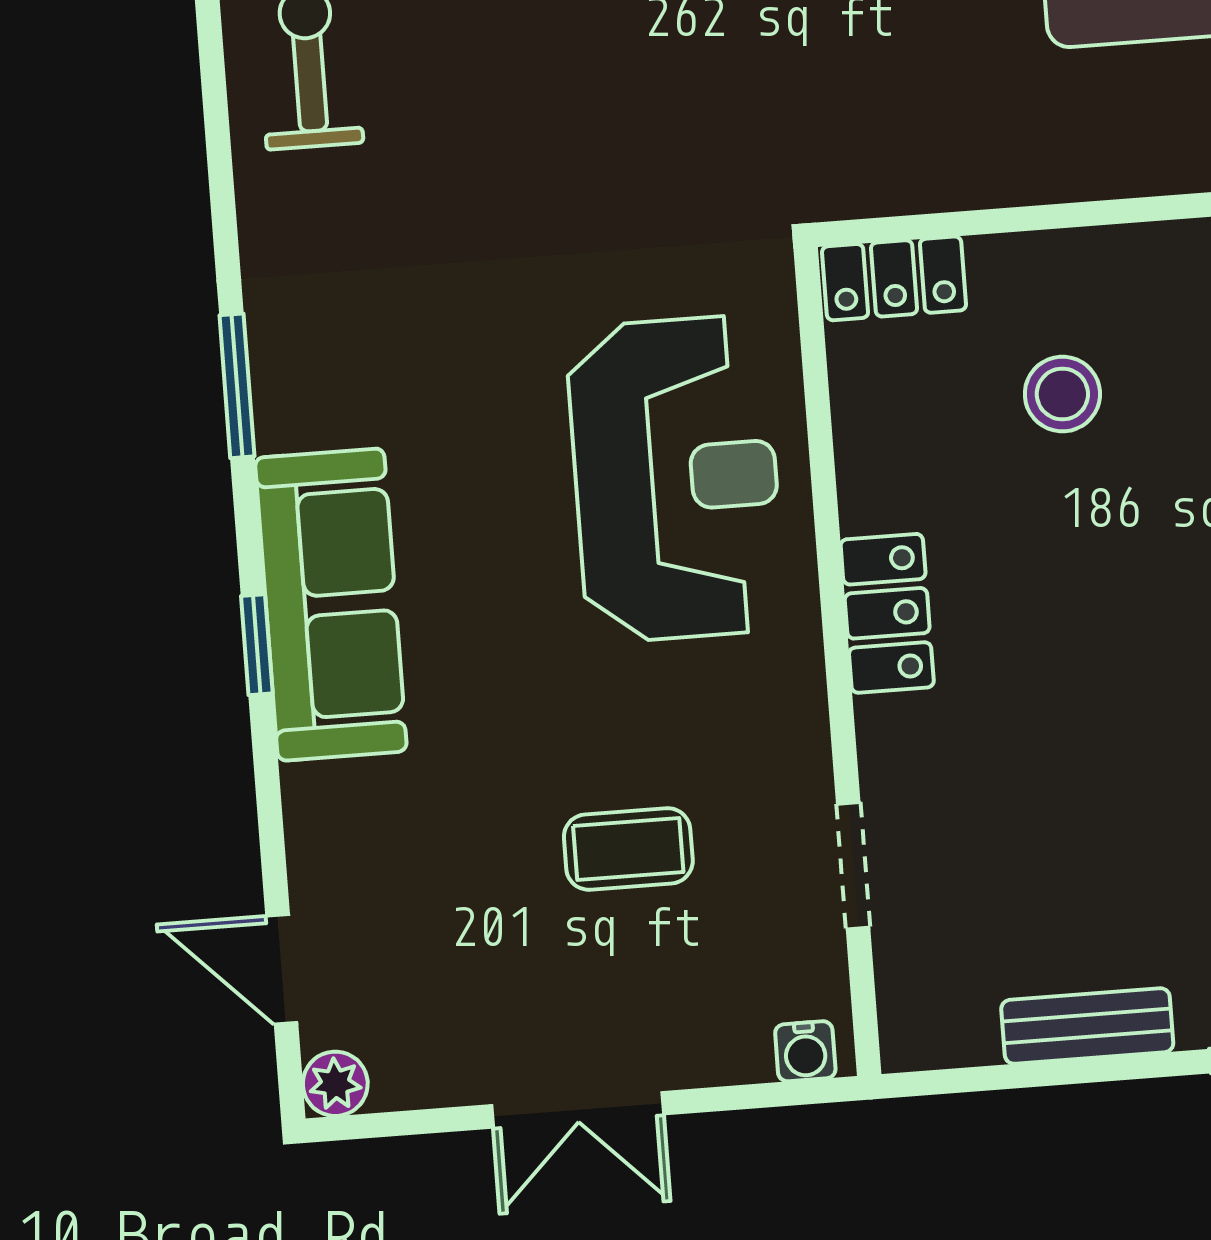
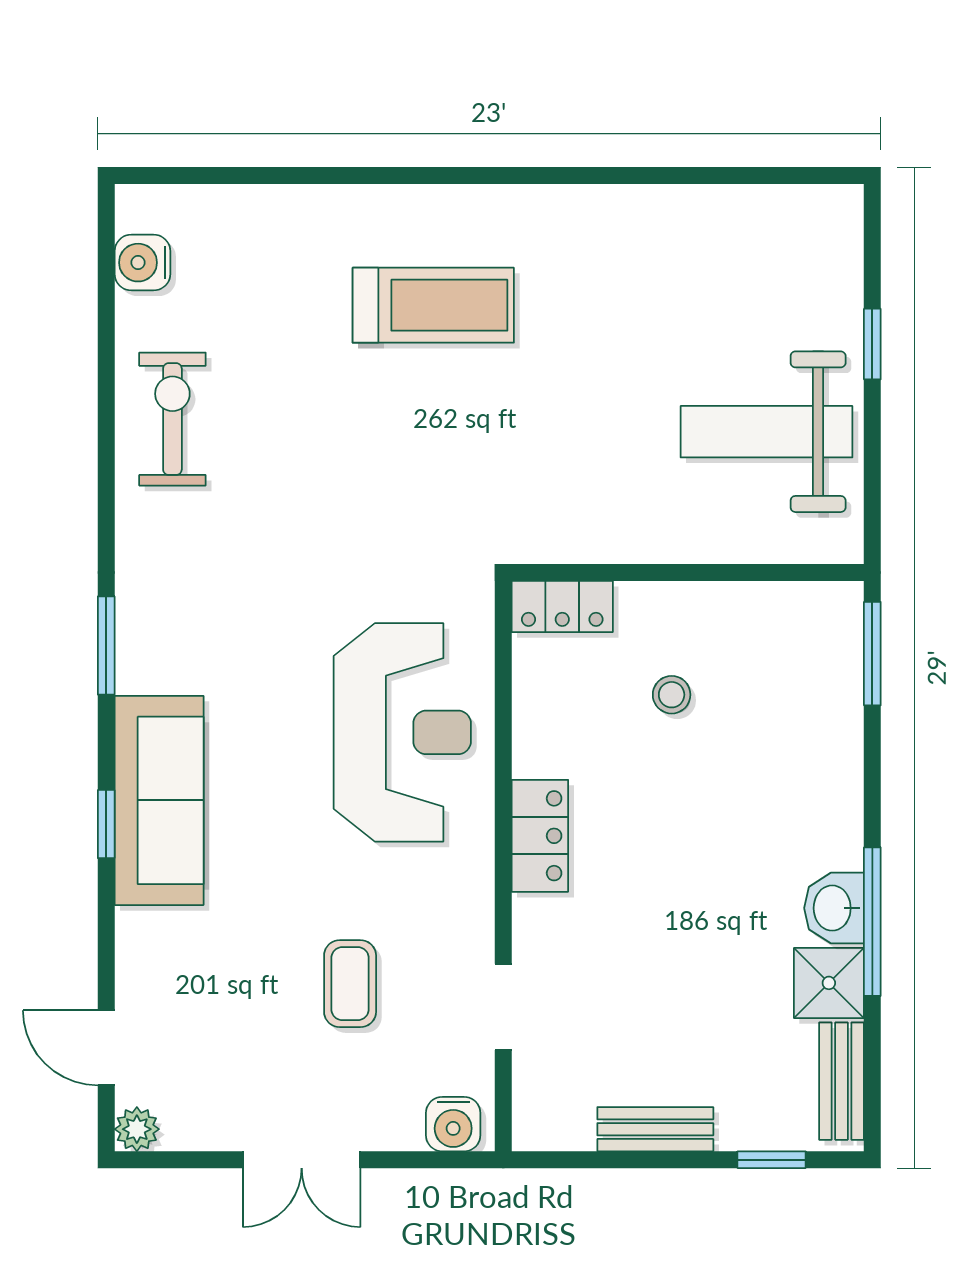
stool: (1062, 394) -> (672, 695), width x0.73, depth x0.73
coffee table: (628, 849) -> (350, 984), turned 90
water cooler: (805, 1051) -> (453, 1124), width x1.38, depth x1.38

